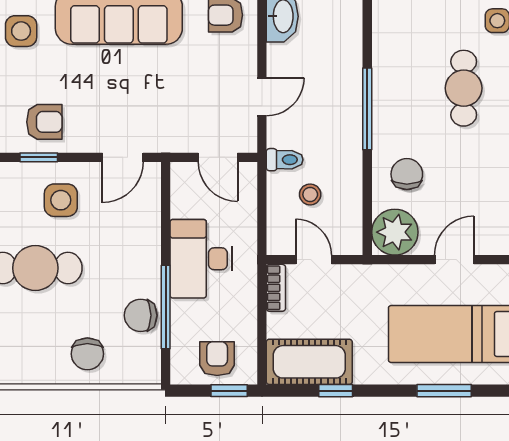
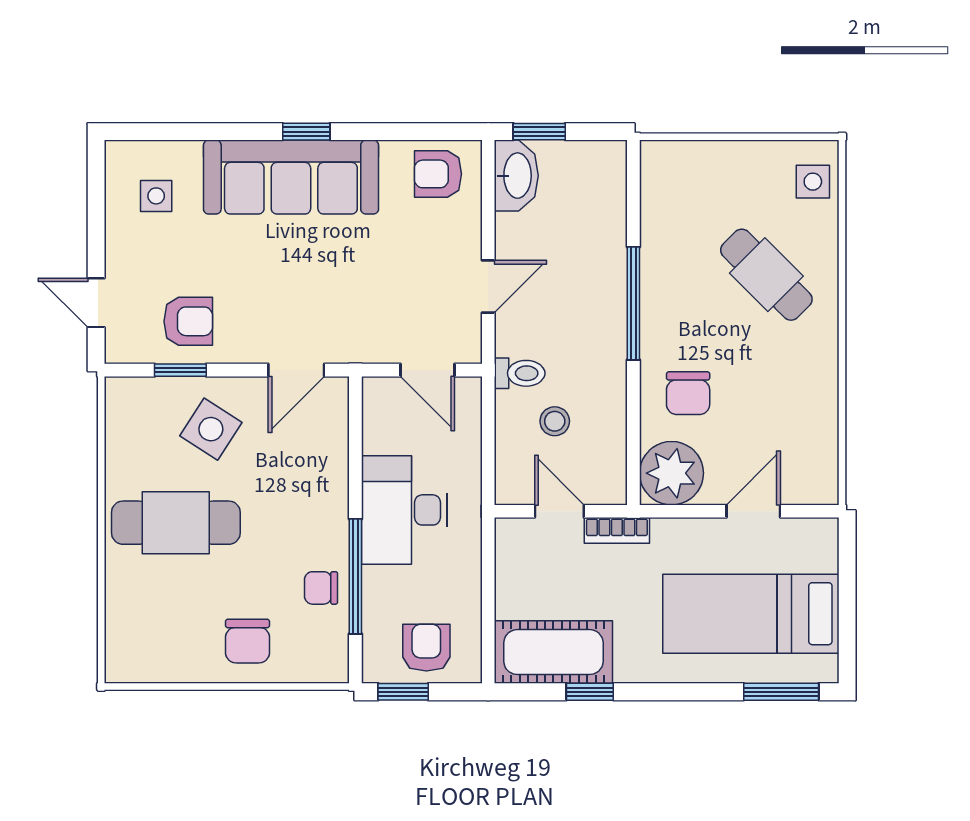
side table: (21, 31) -> (156, 196), width x0.73, depth x0.73
cafe table: (464, 88) -> (766, 275), turned -45
chair: (407, 174) -> (688, 393), turned 180
side table: (61, 200) -> (211, 429), turned 33
bookcase: (276, 288) -> (617, 530), moved, turned 90
chair: (141, 315) -> (321, 588), width x0.73, depth x0.73
window: (229, 391) -> (403, 692), moved
window: (444, 391) -> (781, 692), moved

